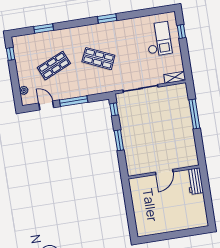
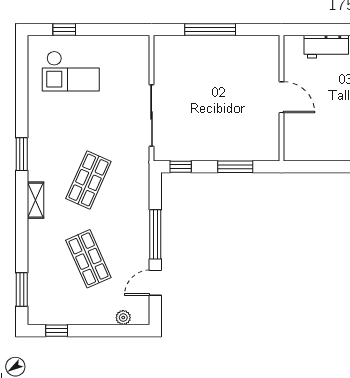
window: (44, 28) -> (22, 289), moved
checkout: (158, 39) -> (71, 71), turned 180
shelving: (175, 77) -> (35, 200), moved
door: (164, 172) -> (281, 97), moved
wall: (164, 172) -> (281, 98), moved

